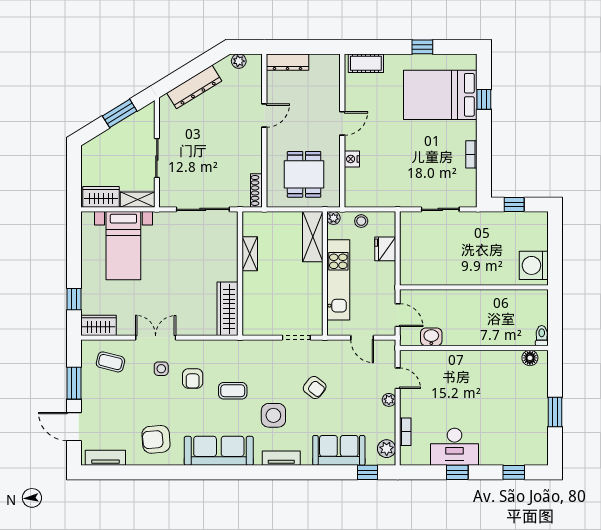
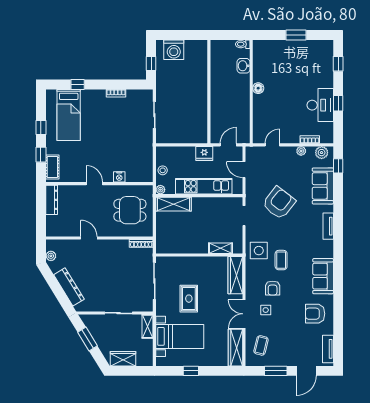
window: (383, 47) -> (41, 155), added
dresser: (287, 62) -> (52, 200), moved
bed: (440, 95) -> (69, 115), width x0.67
wardrobe: (101, 197) -> (123, 359), moved, turned 90
fridge: (385, 249) -> (204, 153), moved
shelving: (250, 254) -> (220, 248), moved
rug: (178, 259) -> (189, 299), added
washing machine: (534, 265) -> (174, 50), moved
window: (74, 299) -> (191, 371), moved
wardrobe: (228, 309) -> (235, 275), moved, turned 90
wardrobe: (99, 325) -> (235, 348), width x1.50
washbasin: (431, 337) -> (243, 66), moved
door: (362, 338) -> (244, 170), swing flipped
floor lamp: (530, 358) -> (258, 88), moved
armchair: (193, 379) -> (273, 288), turned 90
armchair: (315, 387) -> (279, 203), width x1.88, depth x1.88
plant: (389, 400) -> (301, 151), moved
side table: (273, 415) -> (259, 251), moved
armchair: (156, 439) -> (315, 314), turned 95
sofa: (219, 451) -> (323, 276), width x0.73

